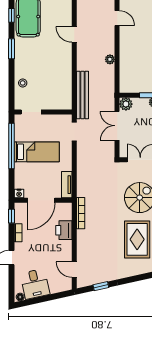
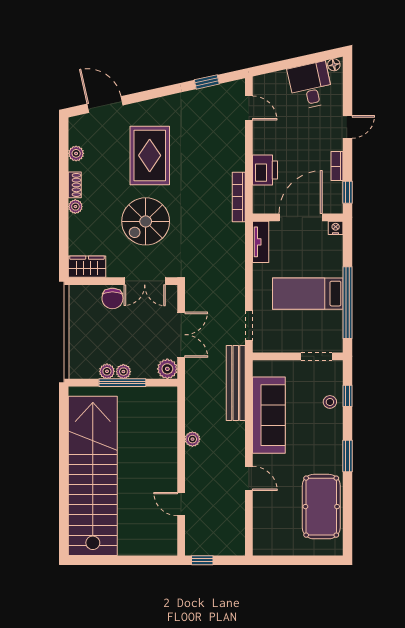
window: (12, 15) -> (347, 396), moved
sofa: (61, 75) -> (269, 415), added

